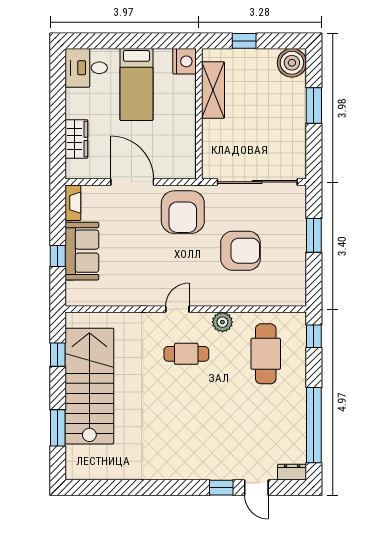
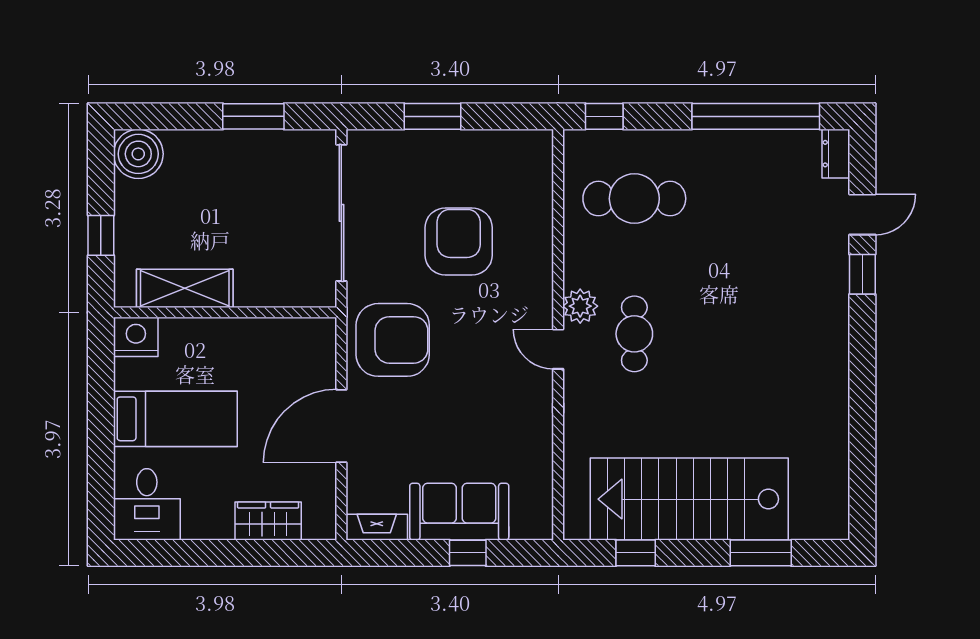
window: (314, 106) -> (253, 116), moved
plant: (222, 322) -> (580, 306), moved

